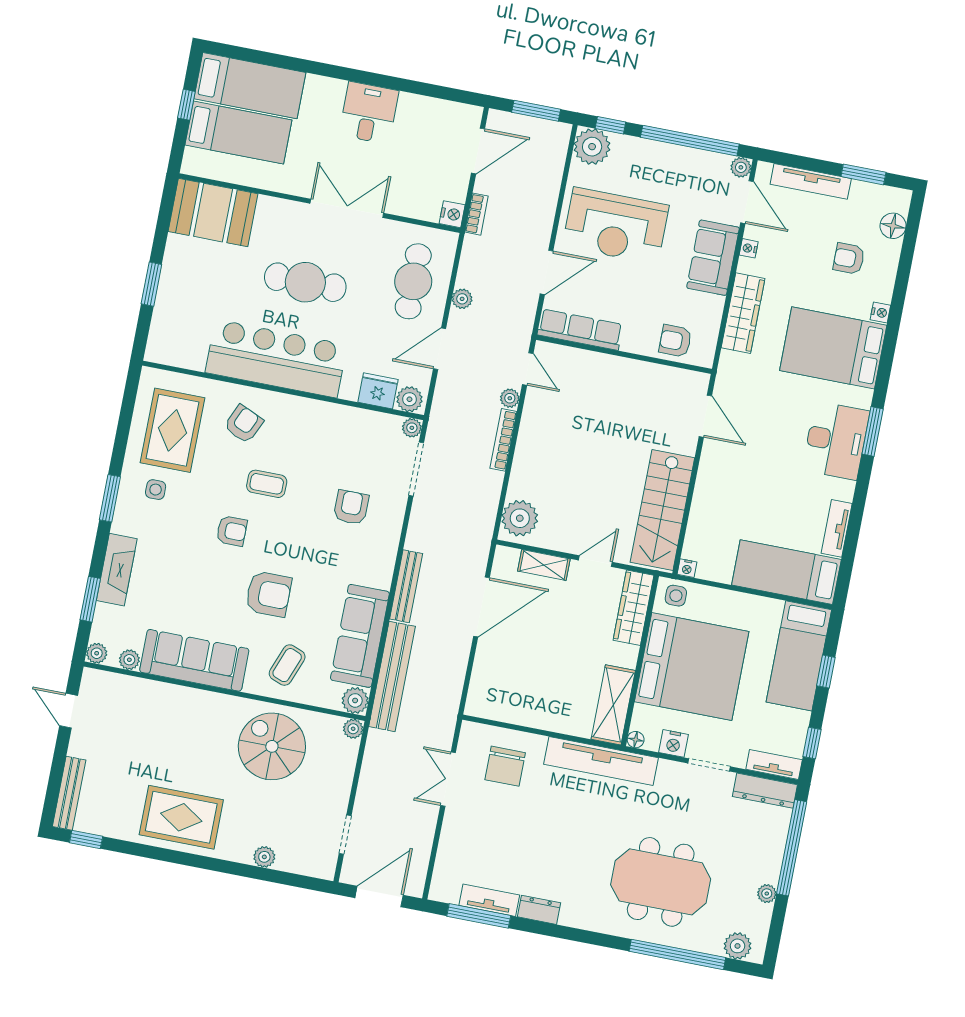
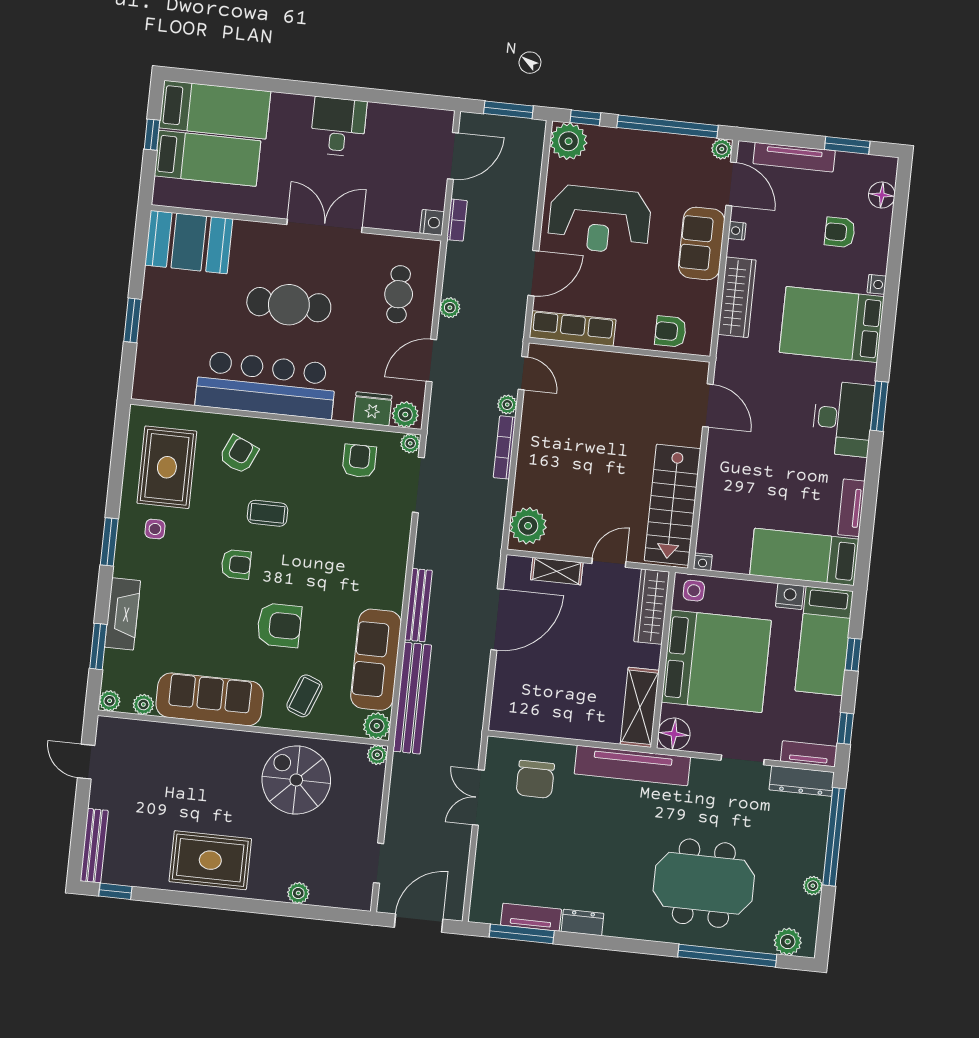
cafe table: (413, 281) -> (399, 294), width x0.73, depth x0.74
armchair: (351, 507) -> (359, 461), moved
floor lamp: (636, 740) -> (674, 734), width x1.89, depth x1.89
nightstand: (673, 743) -> (790, 596), moved, turned 180

